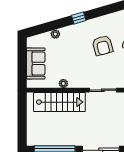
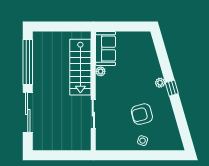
plant: (55, 34) -> (160, 83), moved
sofa: (36, 63) -> (106, 49), moved, turned -90

